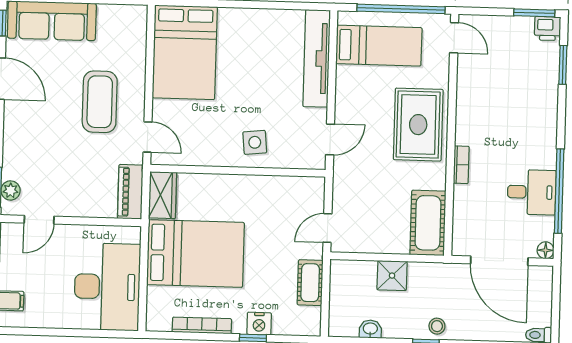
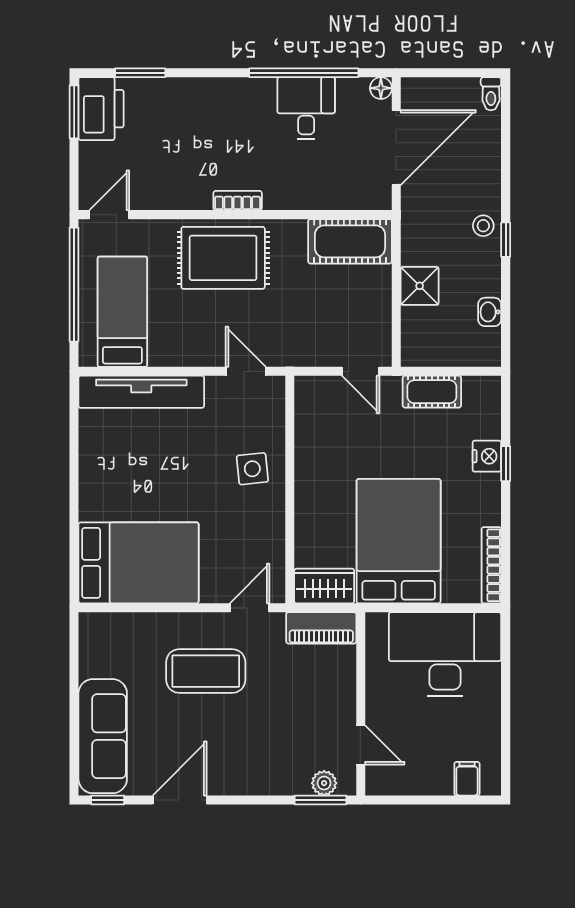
printer: (548, 28) -> (101, 109), width x1.87, depth x1.48
bookcase: (461, 165) -> (238, 201), moved
bookcase: (202, 325) -> (491, 565), moved

